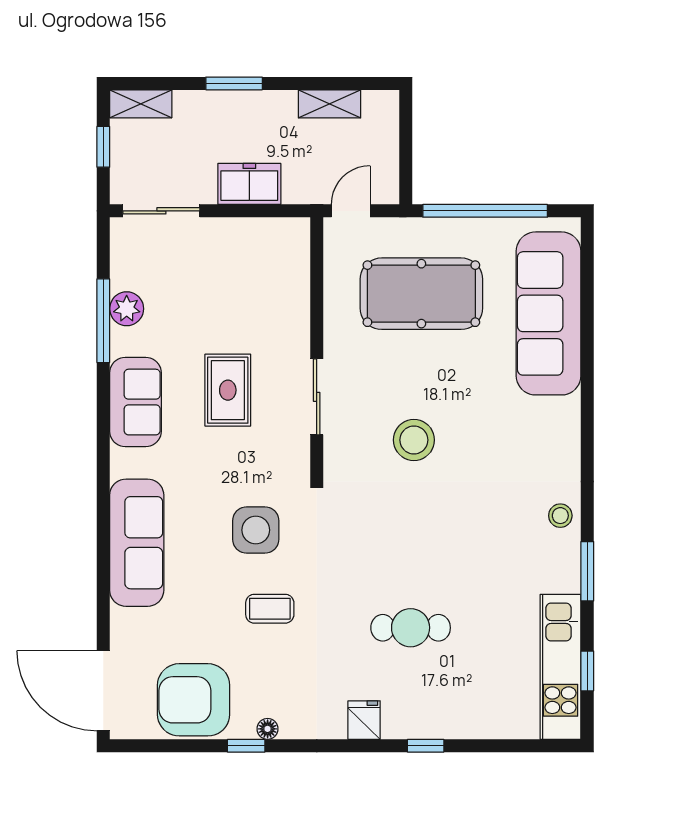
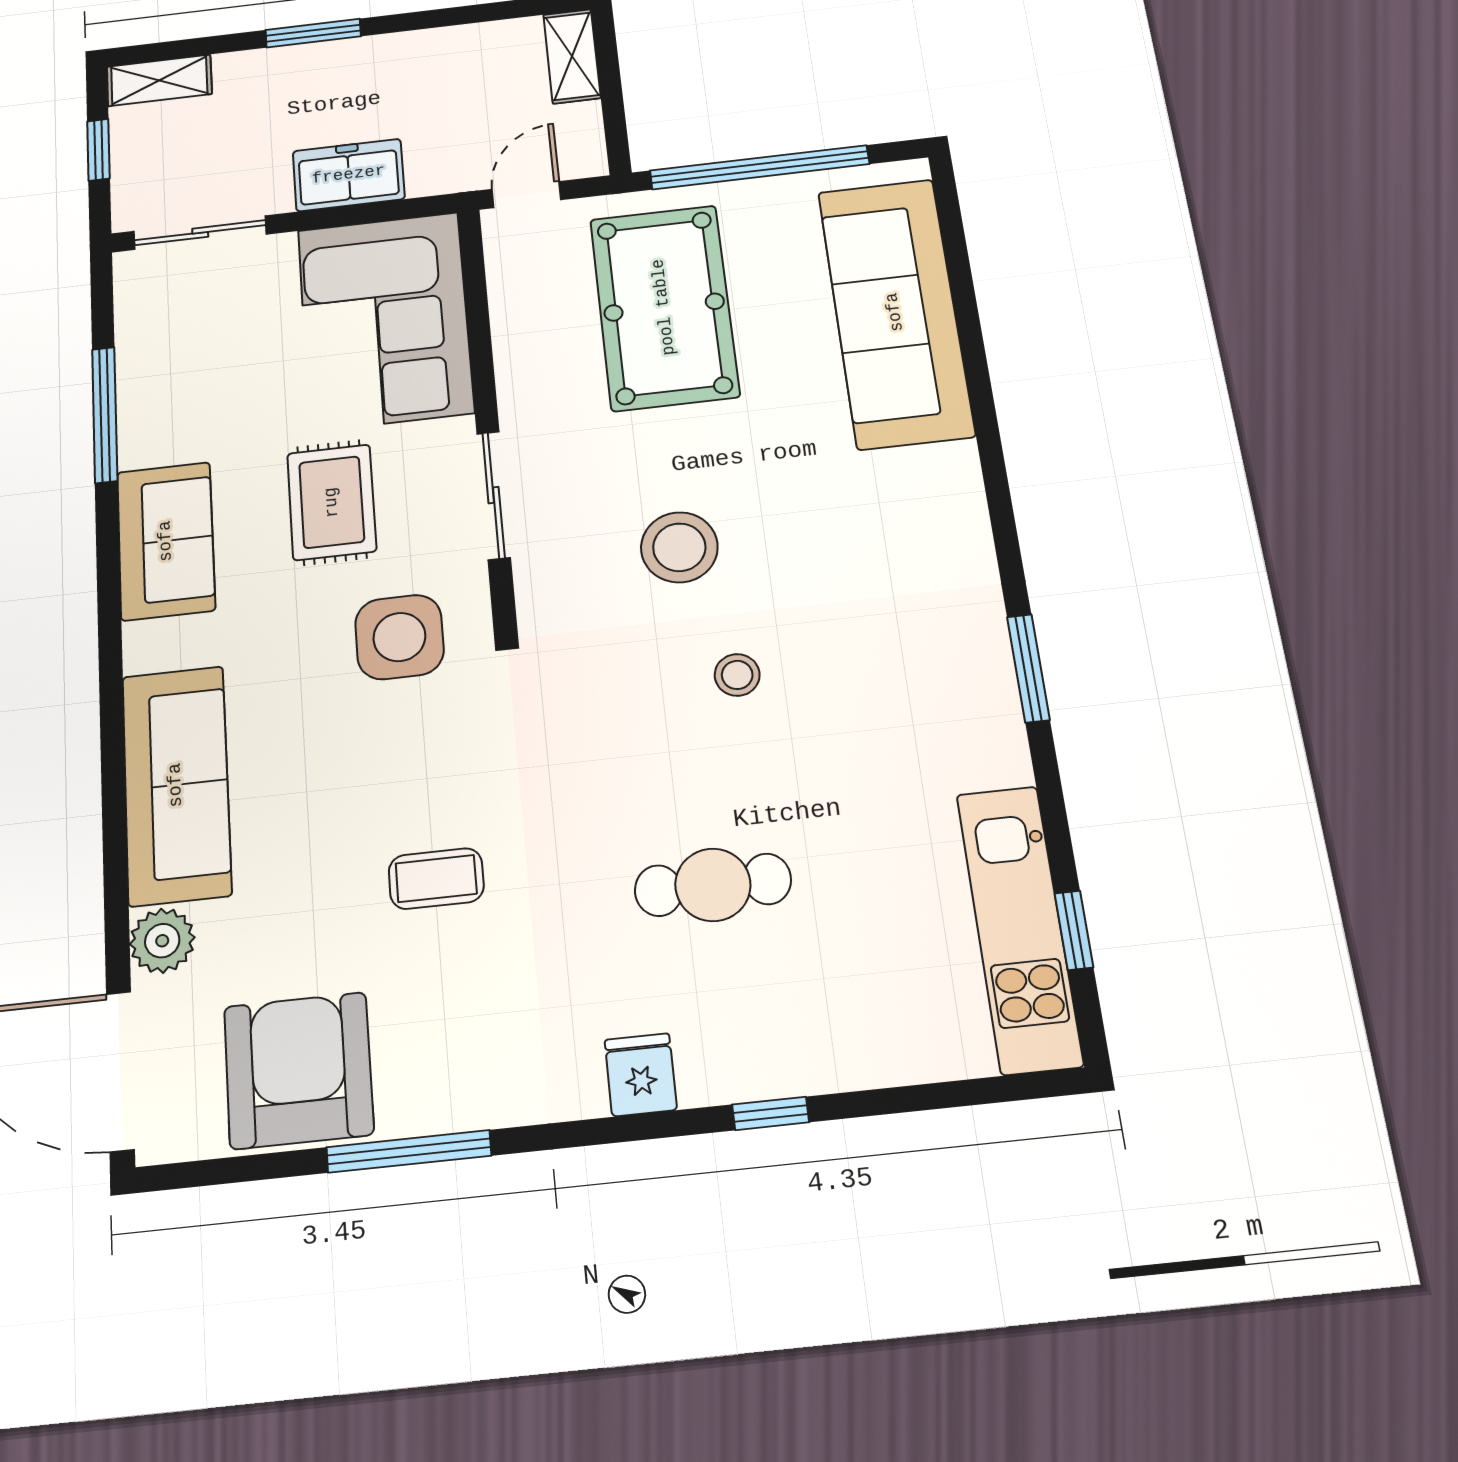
shelving: (329, 104) -> (572, 56), moved, turned 90
corner sofa: (264, 282) -> (385, 320), added
pool table: (421, 294) -> (664, 307), turned 90
plant: (127, 309) -> (162, 941), moved
stool: (560, 516) -> (737, 675), moved
side table: (256, 530) -> (399, 637), moved
window: (587, 571) -> (1028, 668), moved
armchair: (194, 700) -> (298, 1070), turned 90
floor lamp: (268, 729) -> (449, 1113), removed
window: (246, 746) -> (409, 1151), width x2.17

